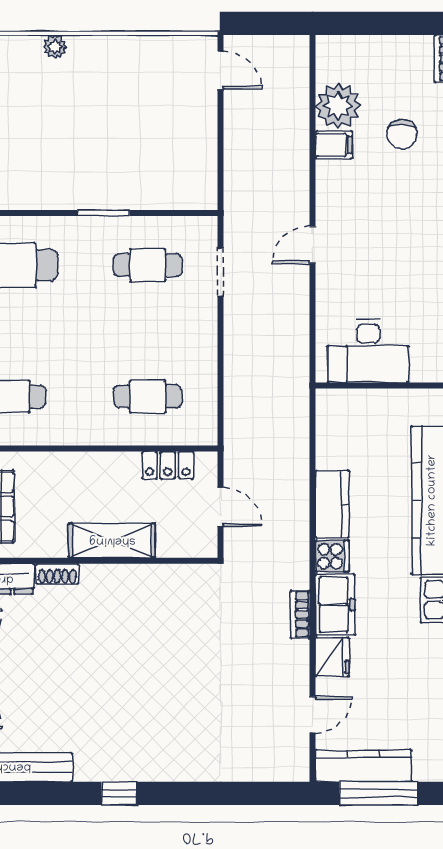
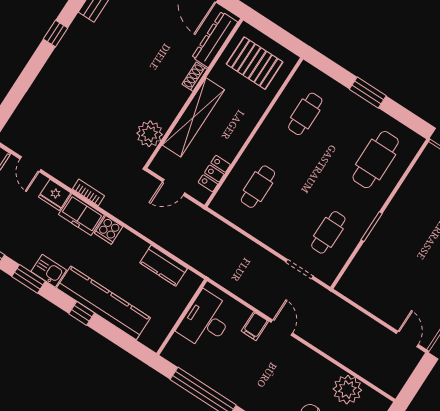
door: (221, 70) -> (407, 339), swing flipped
filing cabinet: (334, 145) -> (255, 326), moved
kitchen counter: (332, 504) -> (163, 266), moved
shelving: (112, 541) -> (193, 117), width x1.47
plant: (171, 584) -> (150, 134), added

